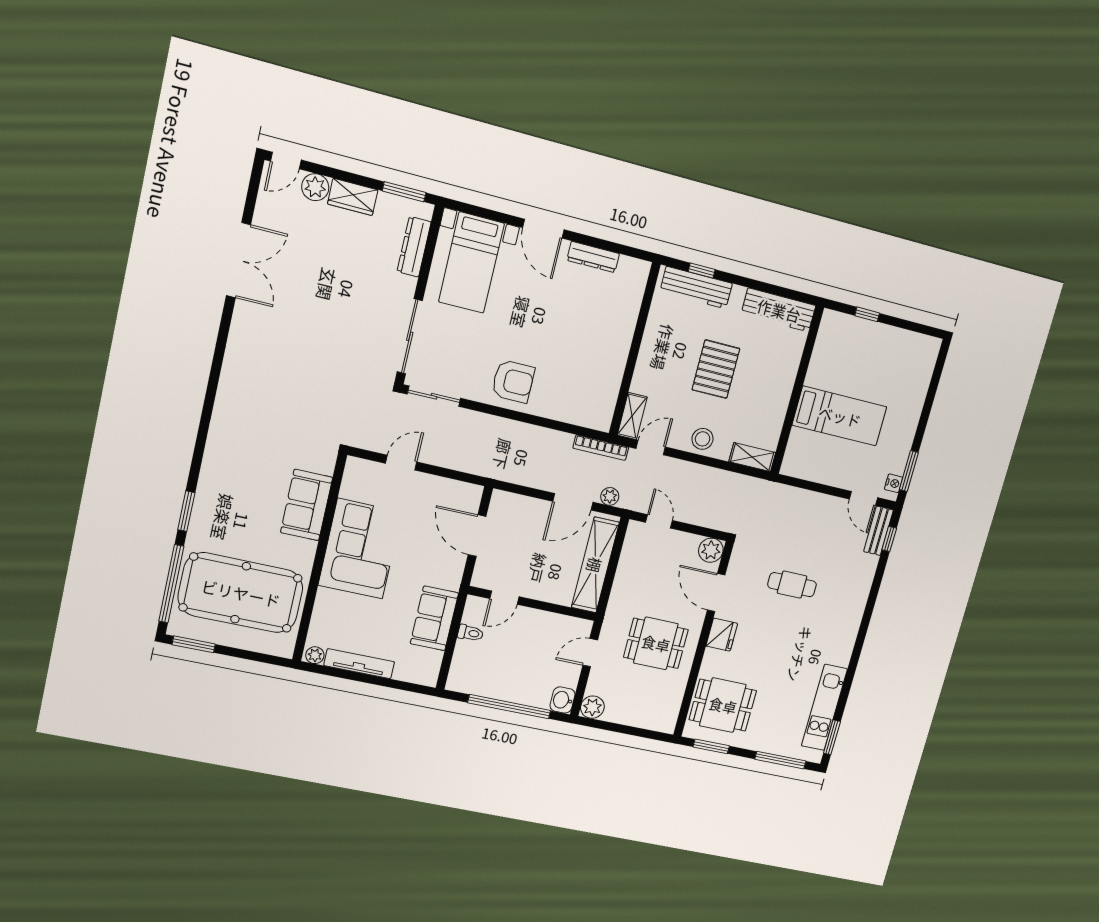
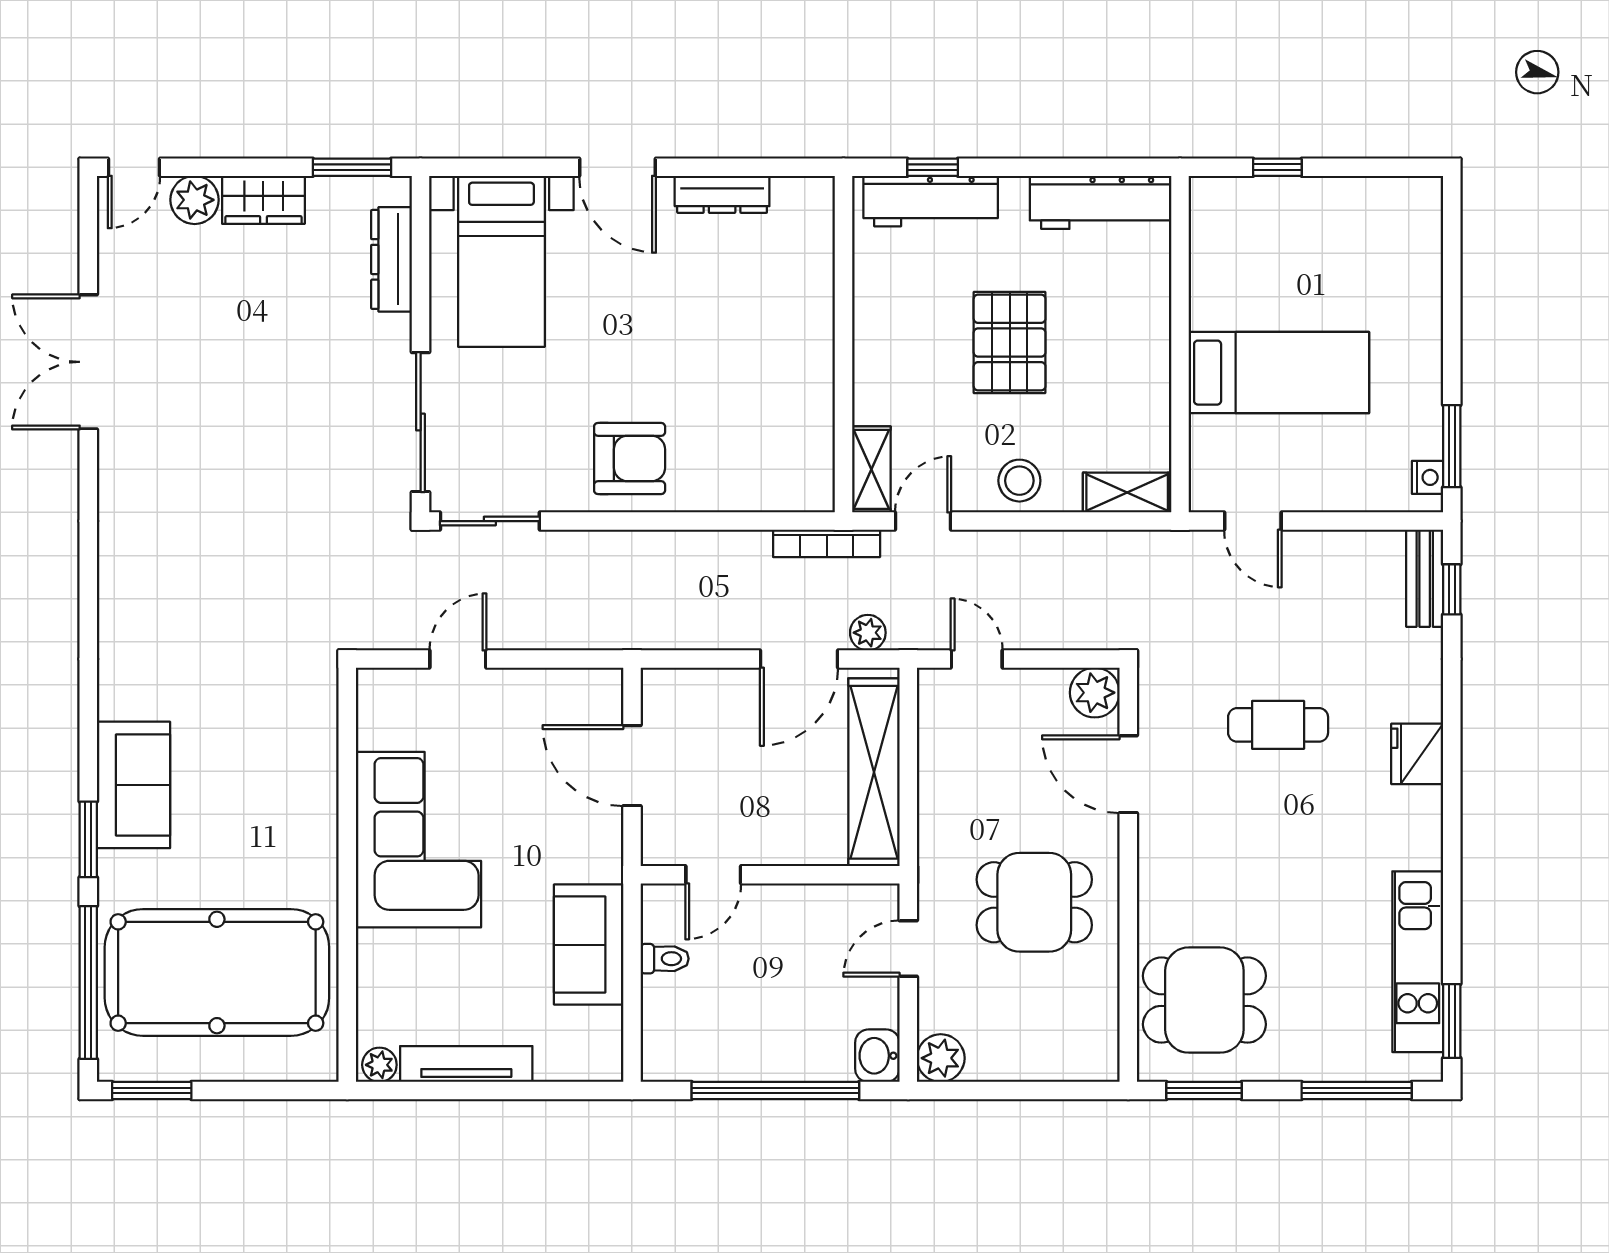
double door: (238, 260) -> (88, 362), swing flipped
door: (863, 498) -> (1253, 521), moved
sofa: (307, 505) -> (133, 785), moved, turned 180
fridge: (722, 635) -> (1417, 754), moved, turned 180

